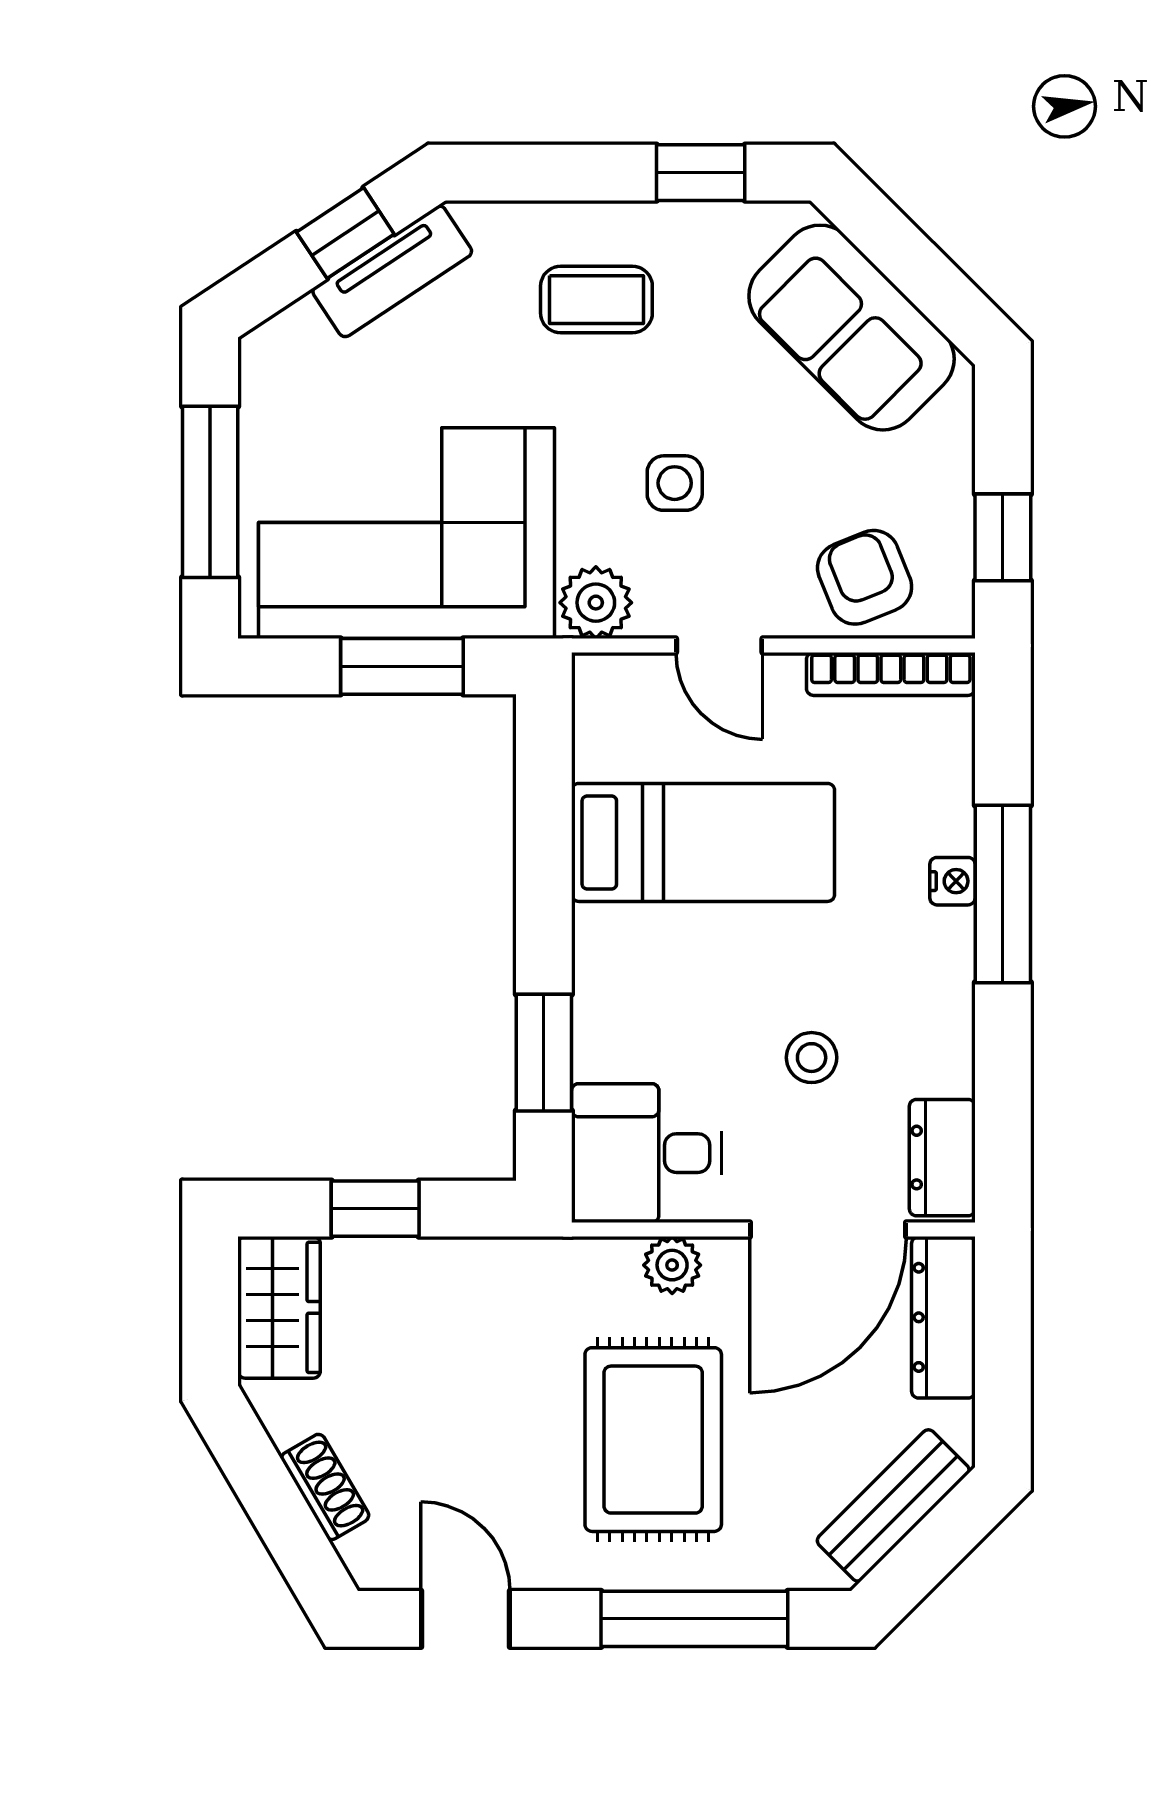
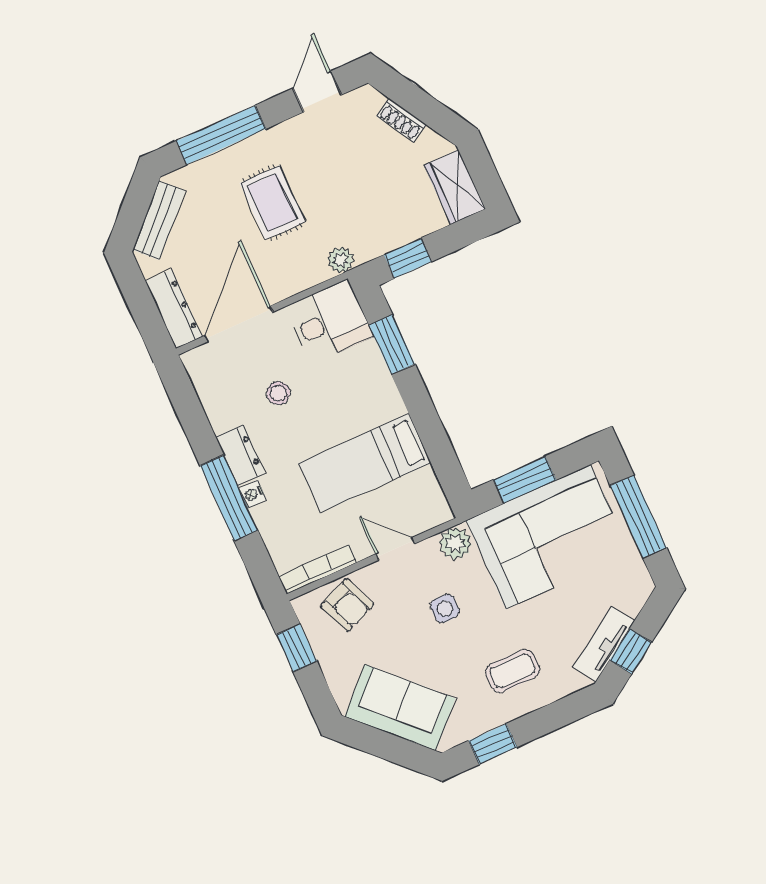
dresser: (942, 1158) -> (240, 455), moved
window: (375, 1209) -> (408, 258), moved
plant: (672, 1265) -> (341, 260), moved
rug: (653, 1440) -> (272, 203), width x0.73, depth x0.70
door: (466, 1619) -> (317, 91), swing flipped

